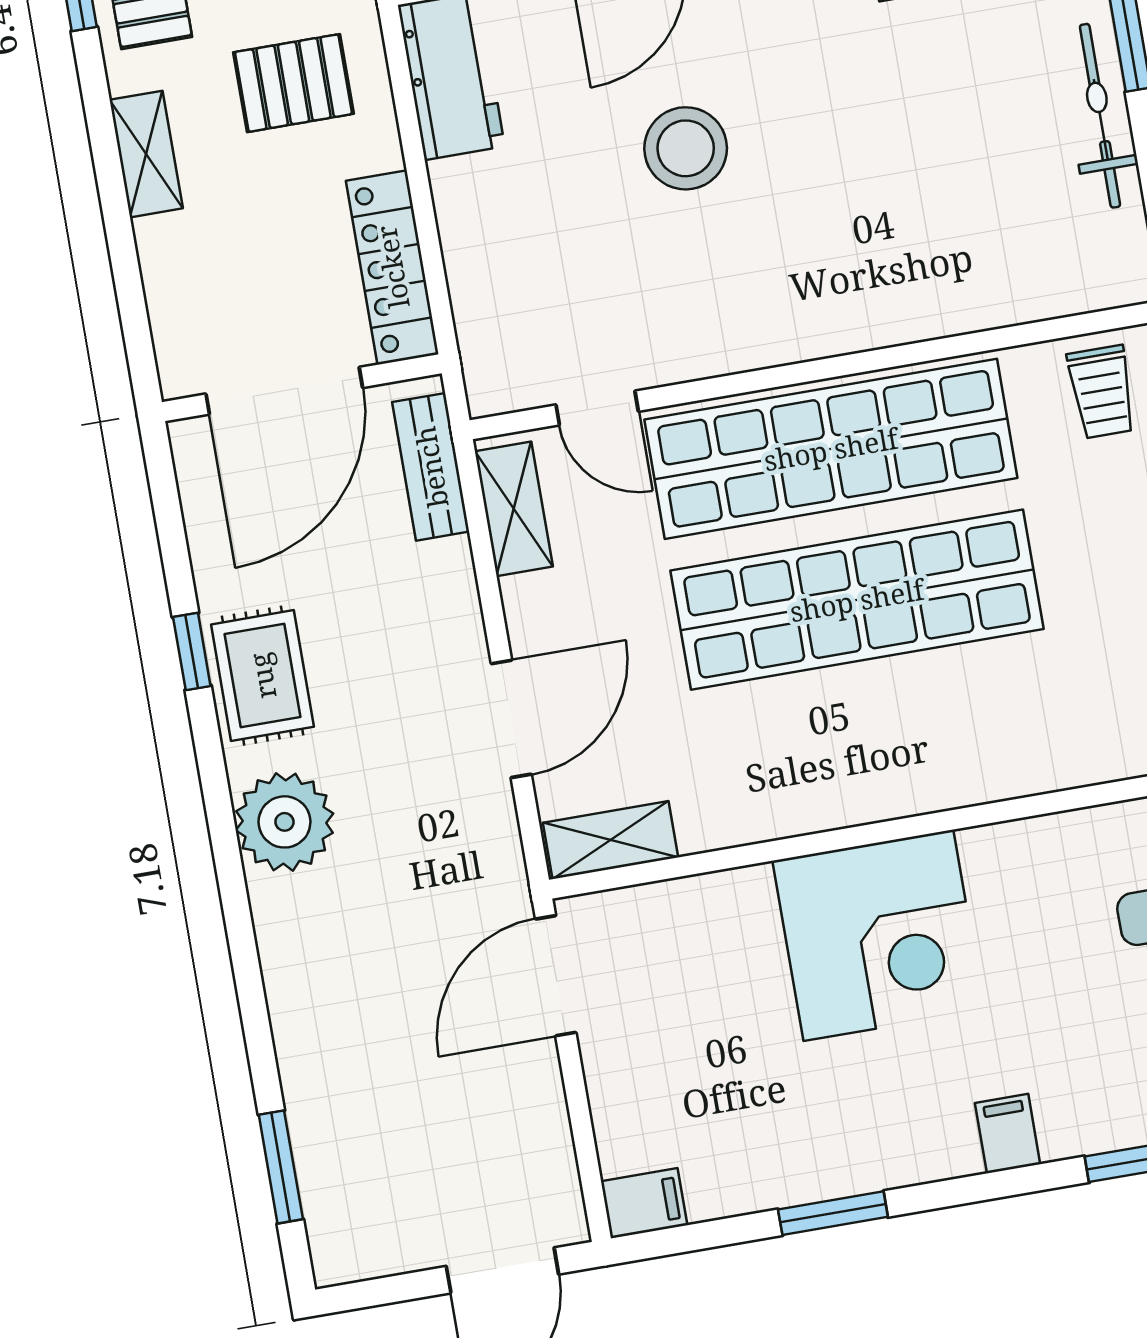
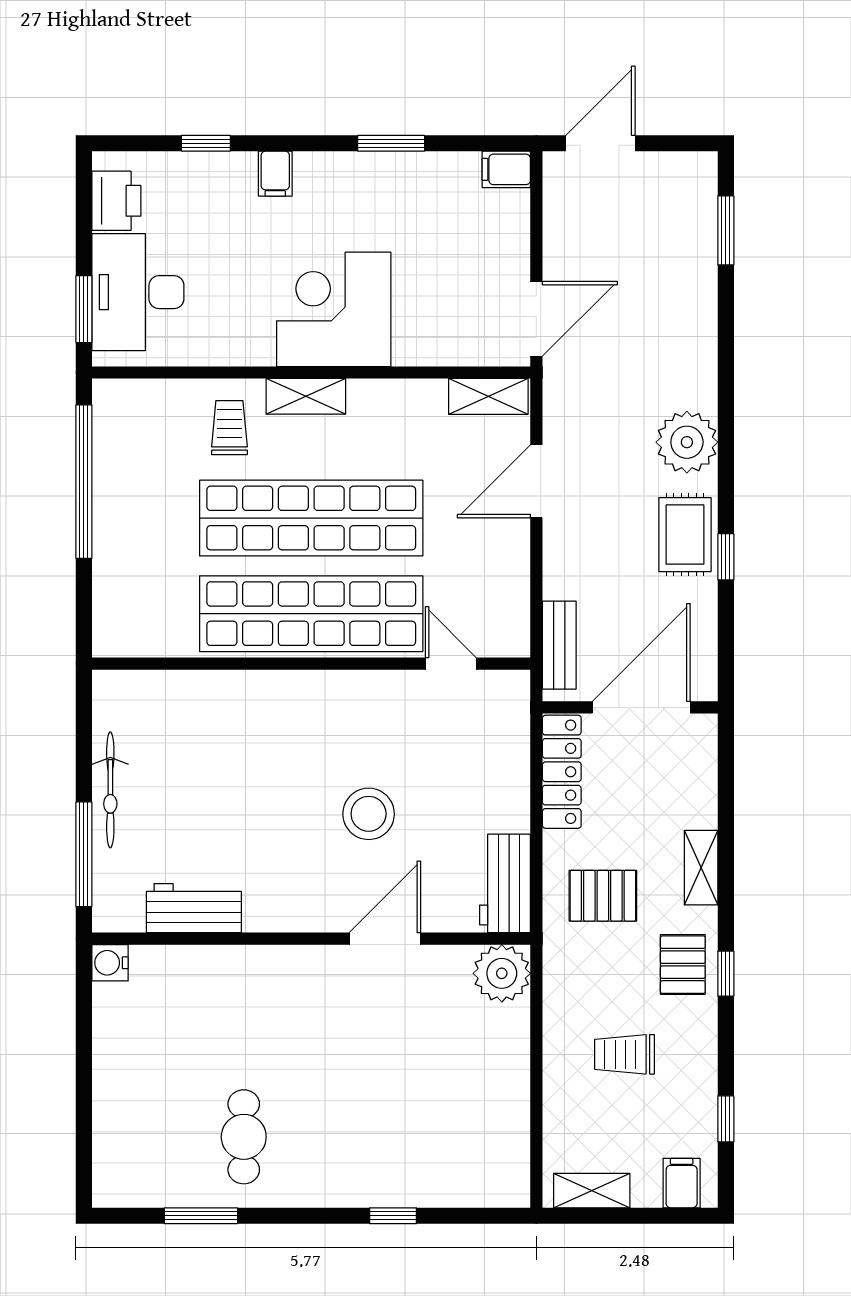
trolley: (1102, 392) -> (229, 428), moved
shelving: (514, 509) -> (306, 396), moved, turned 90

